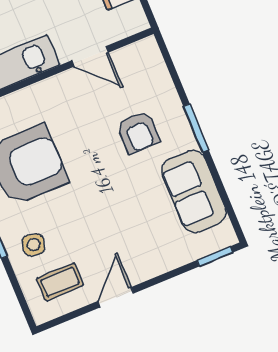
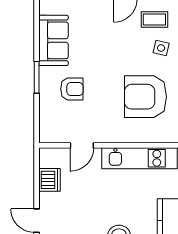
door: (90, 56) -> (82, 145), swing flipped
armchair: (138, 132) -> (72, 89), turned 90

